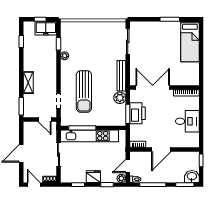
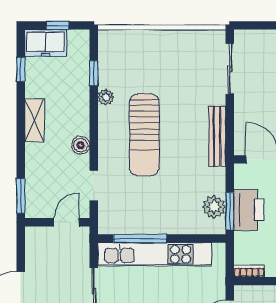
freezer: (46, 28) -> (46, 43), moved
boiler: (52, 80) -> (81, 145), added
shelving: (28, 83) -> (34, 120), moved
sun lounger: (84, 91) -> (144, 135), moved
plant: (120, 98) -> (214, 207), moved
door: (45, 120) -> (67, 222), swing flipped

